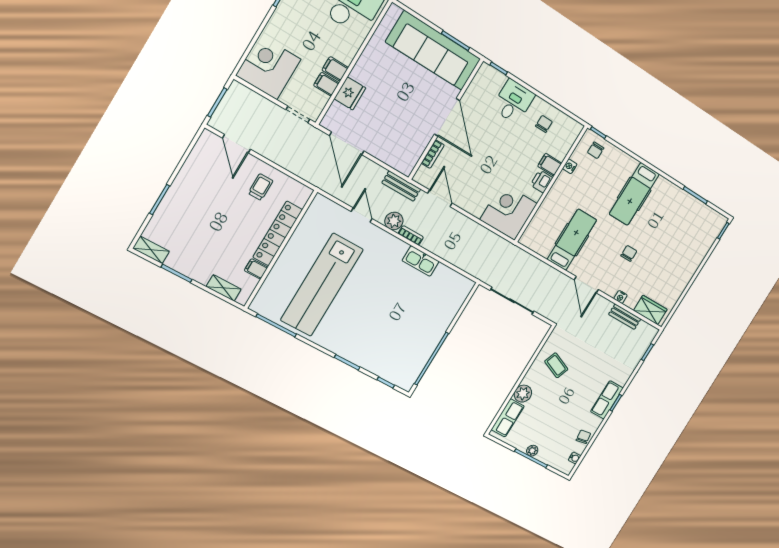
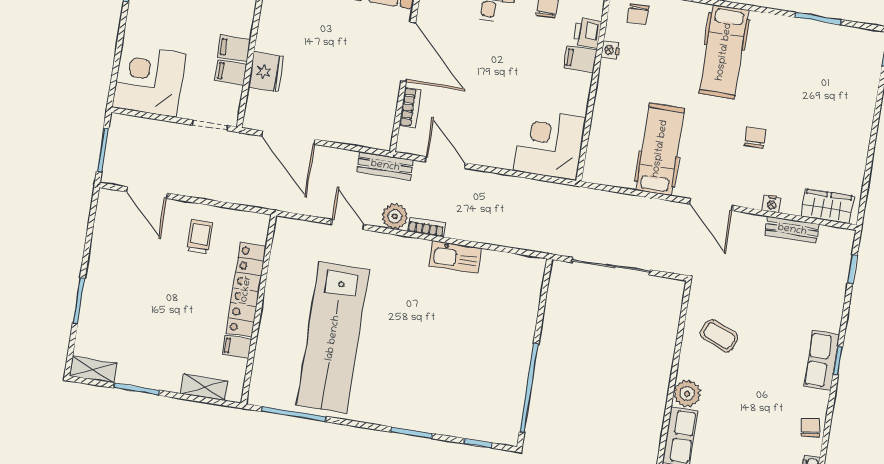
printer: (542, 181) -> (587, 33), moved

